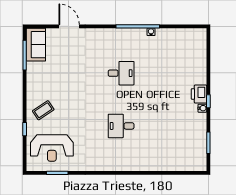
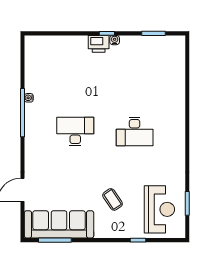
sofa: (36, 45) -> (59, 224), width x1.85, depth x1.27
desk: (121, 73) -> (75, 131), width x1.37
coffee table: (43, 110) -> (113, 199), moved
desk: (121, 126) -> (135, 131), width x1.37

